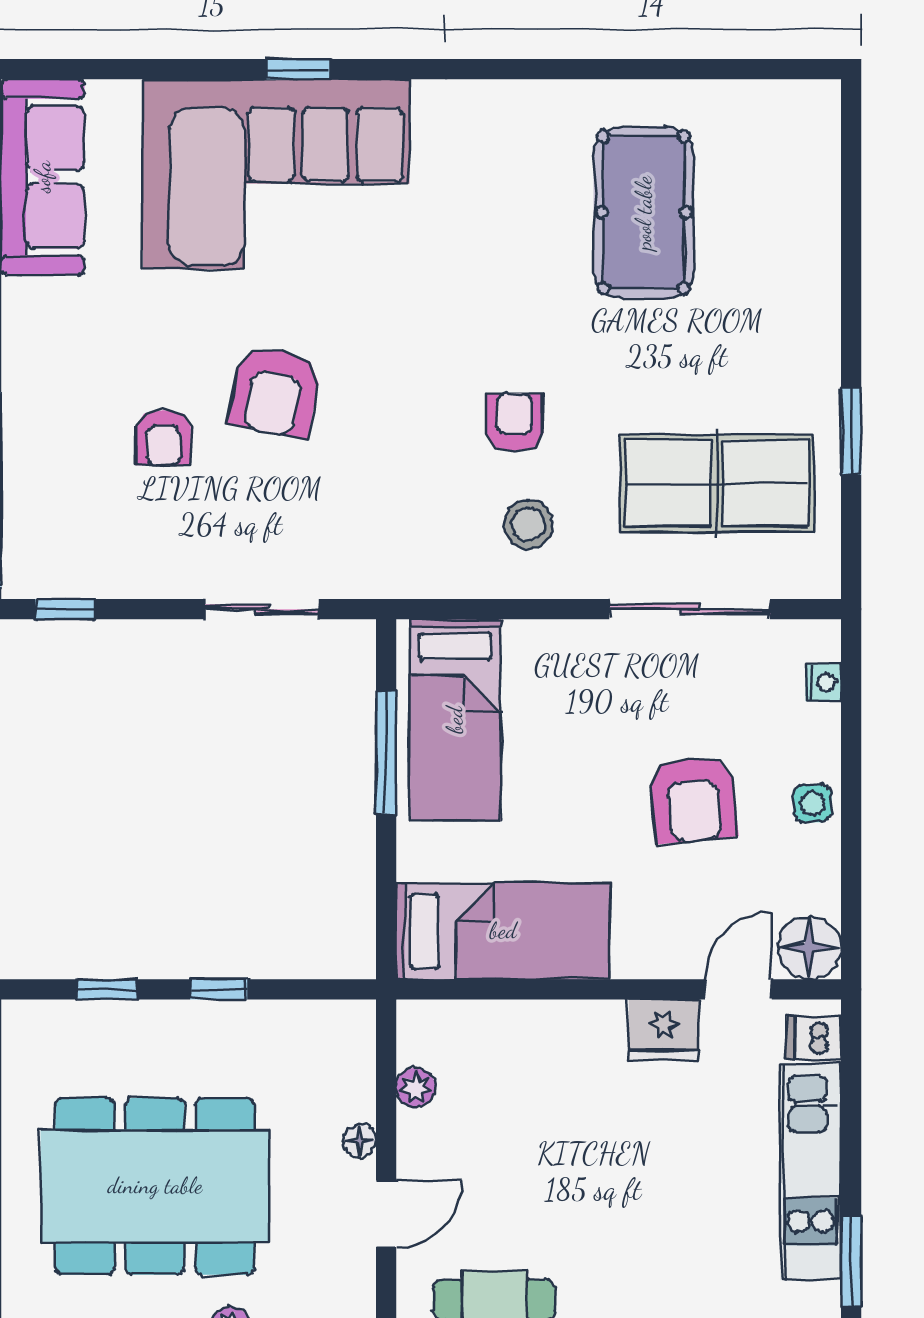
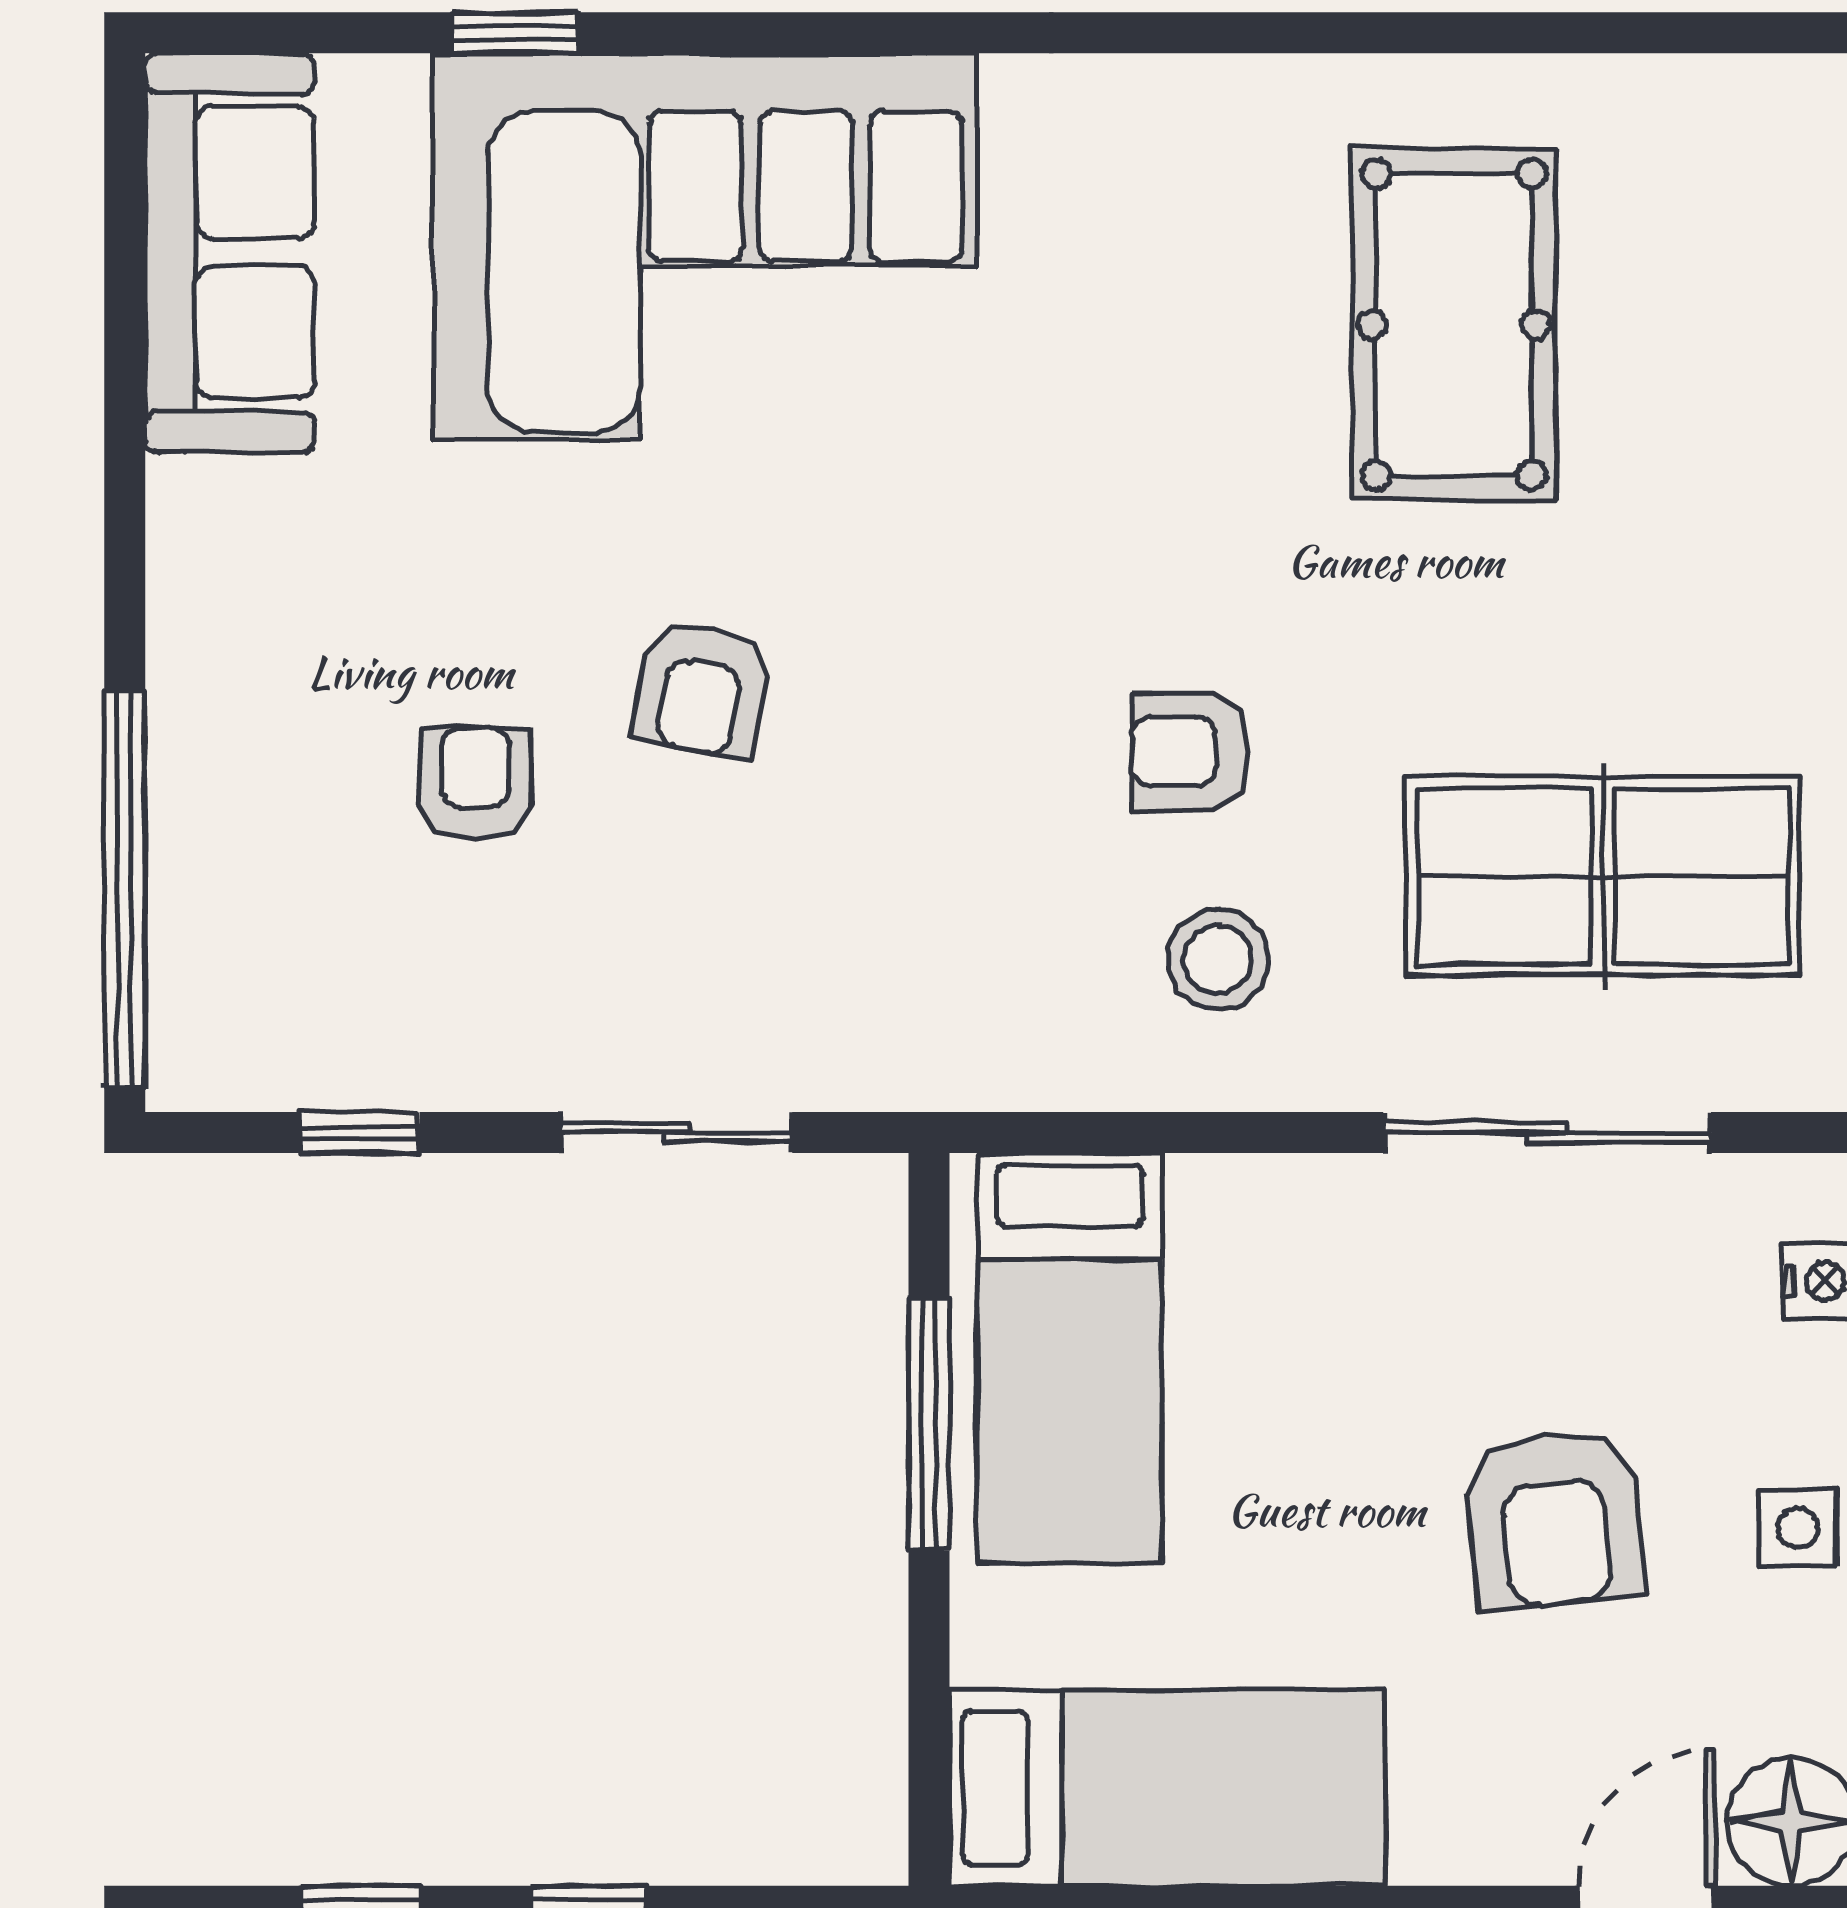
window: (298, 69) -> (515, 33), moved
armchair: (275, 392) -> (702, 690), width x0.72, depth x0.72
armchair: (514, 422) -> (1190, 752), turned -90
armchair: (163, 438) -> (475, 783), turned 180
window: (65, 609) -> (360, 1132), moved

